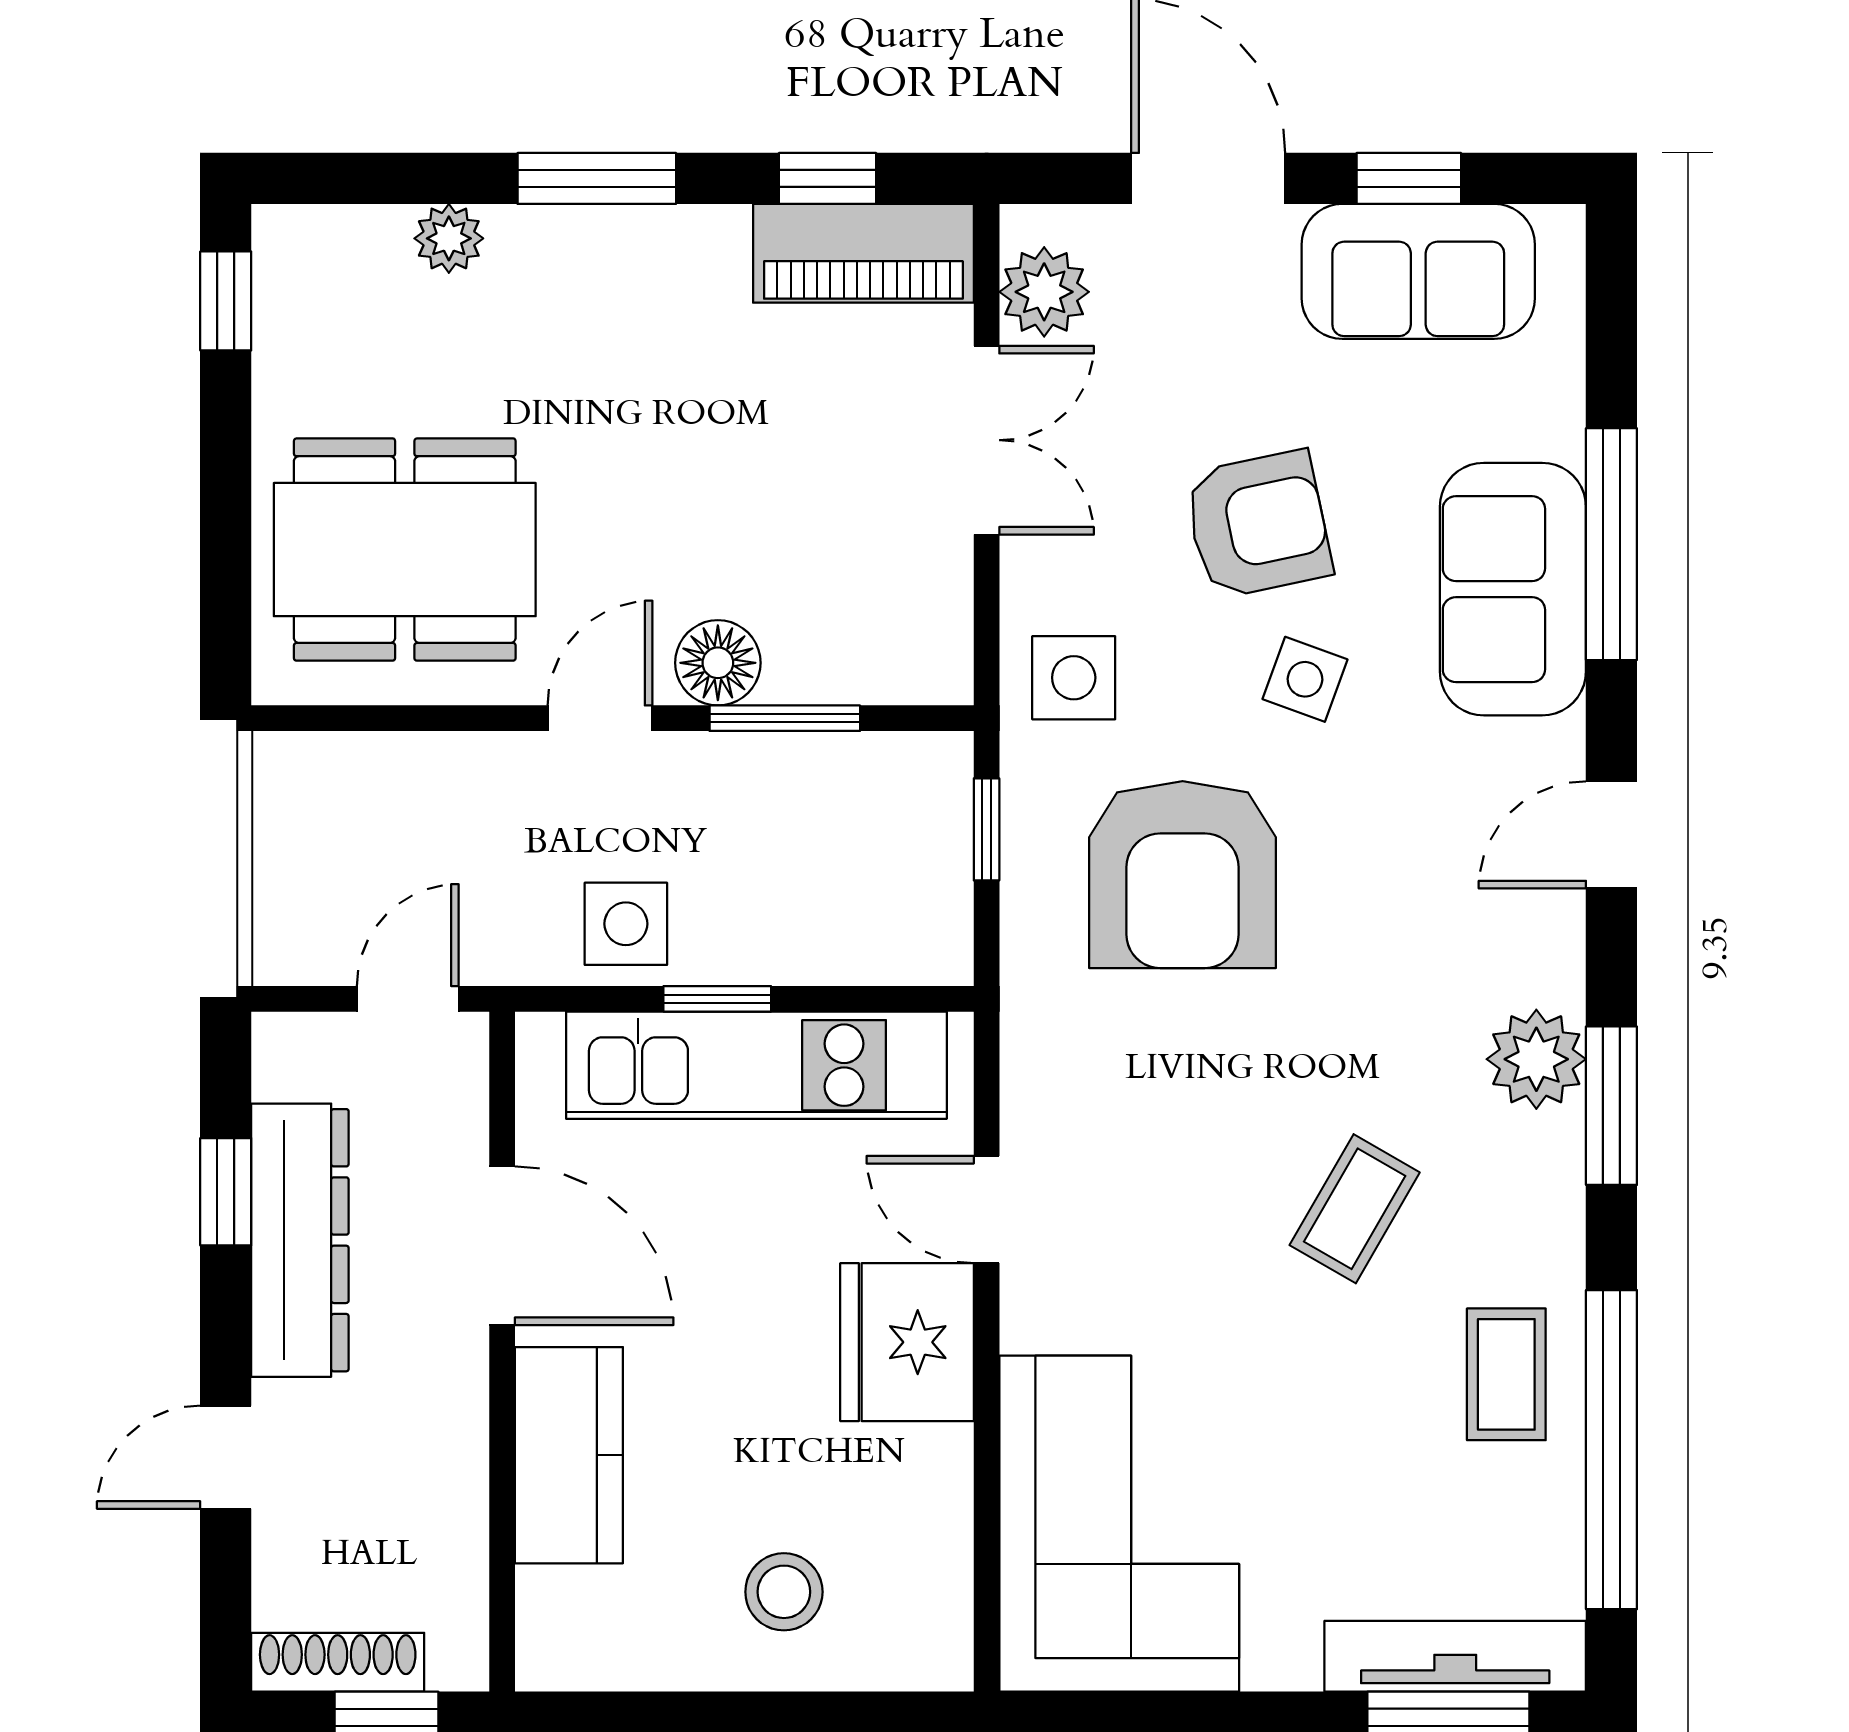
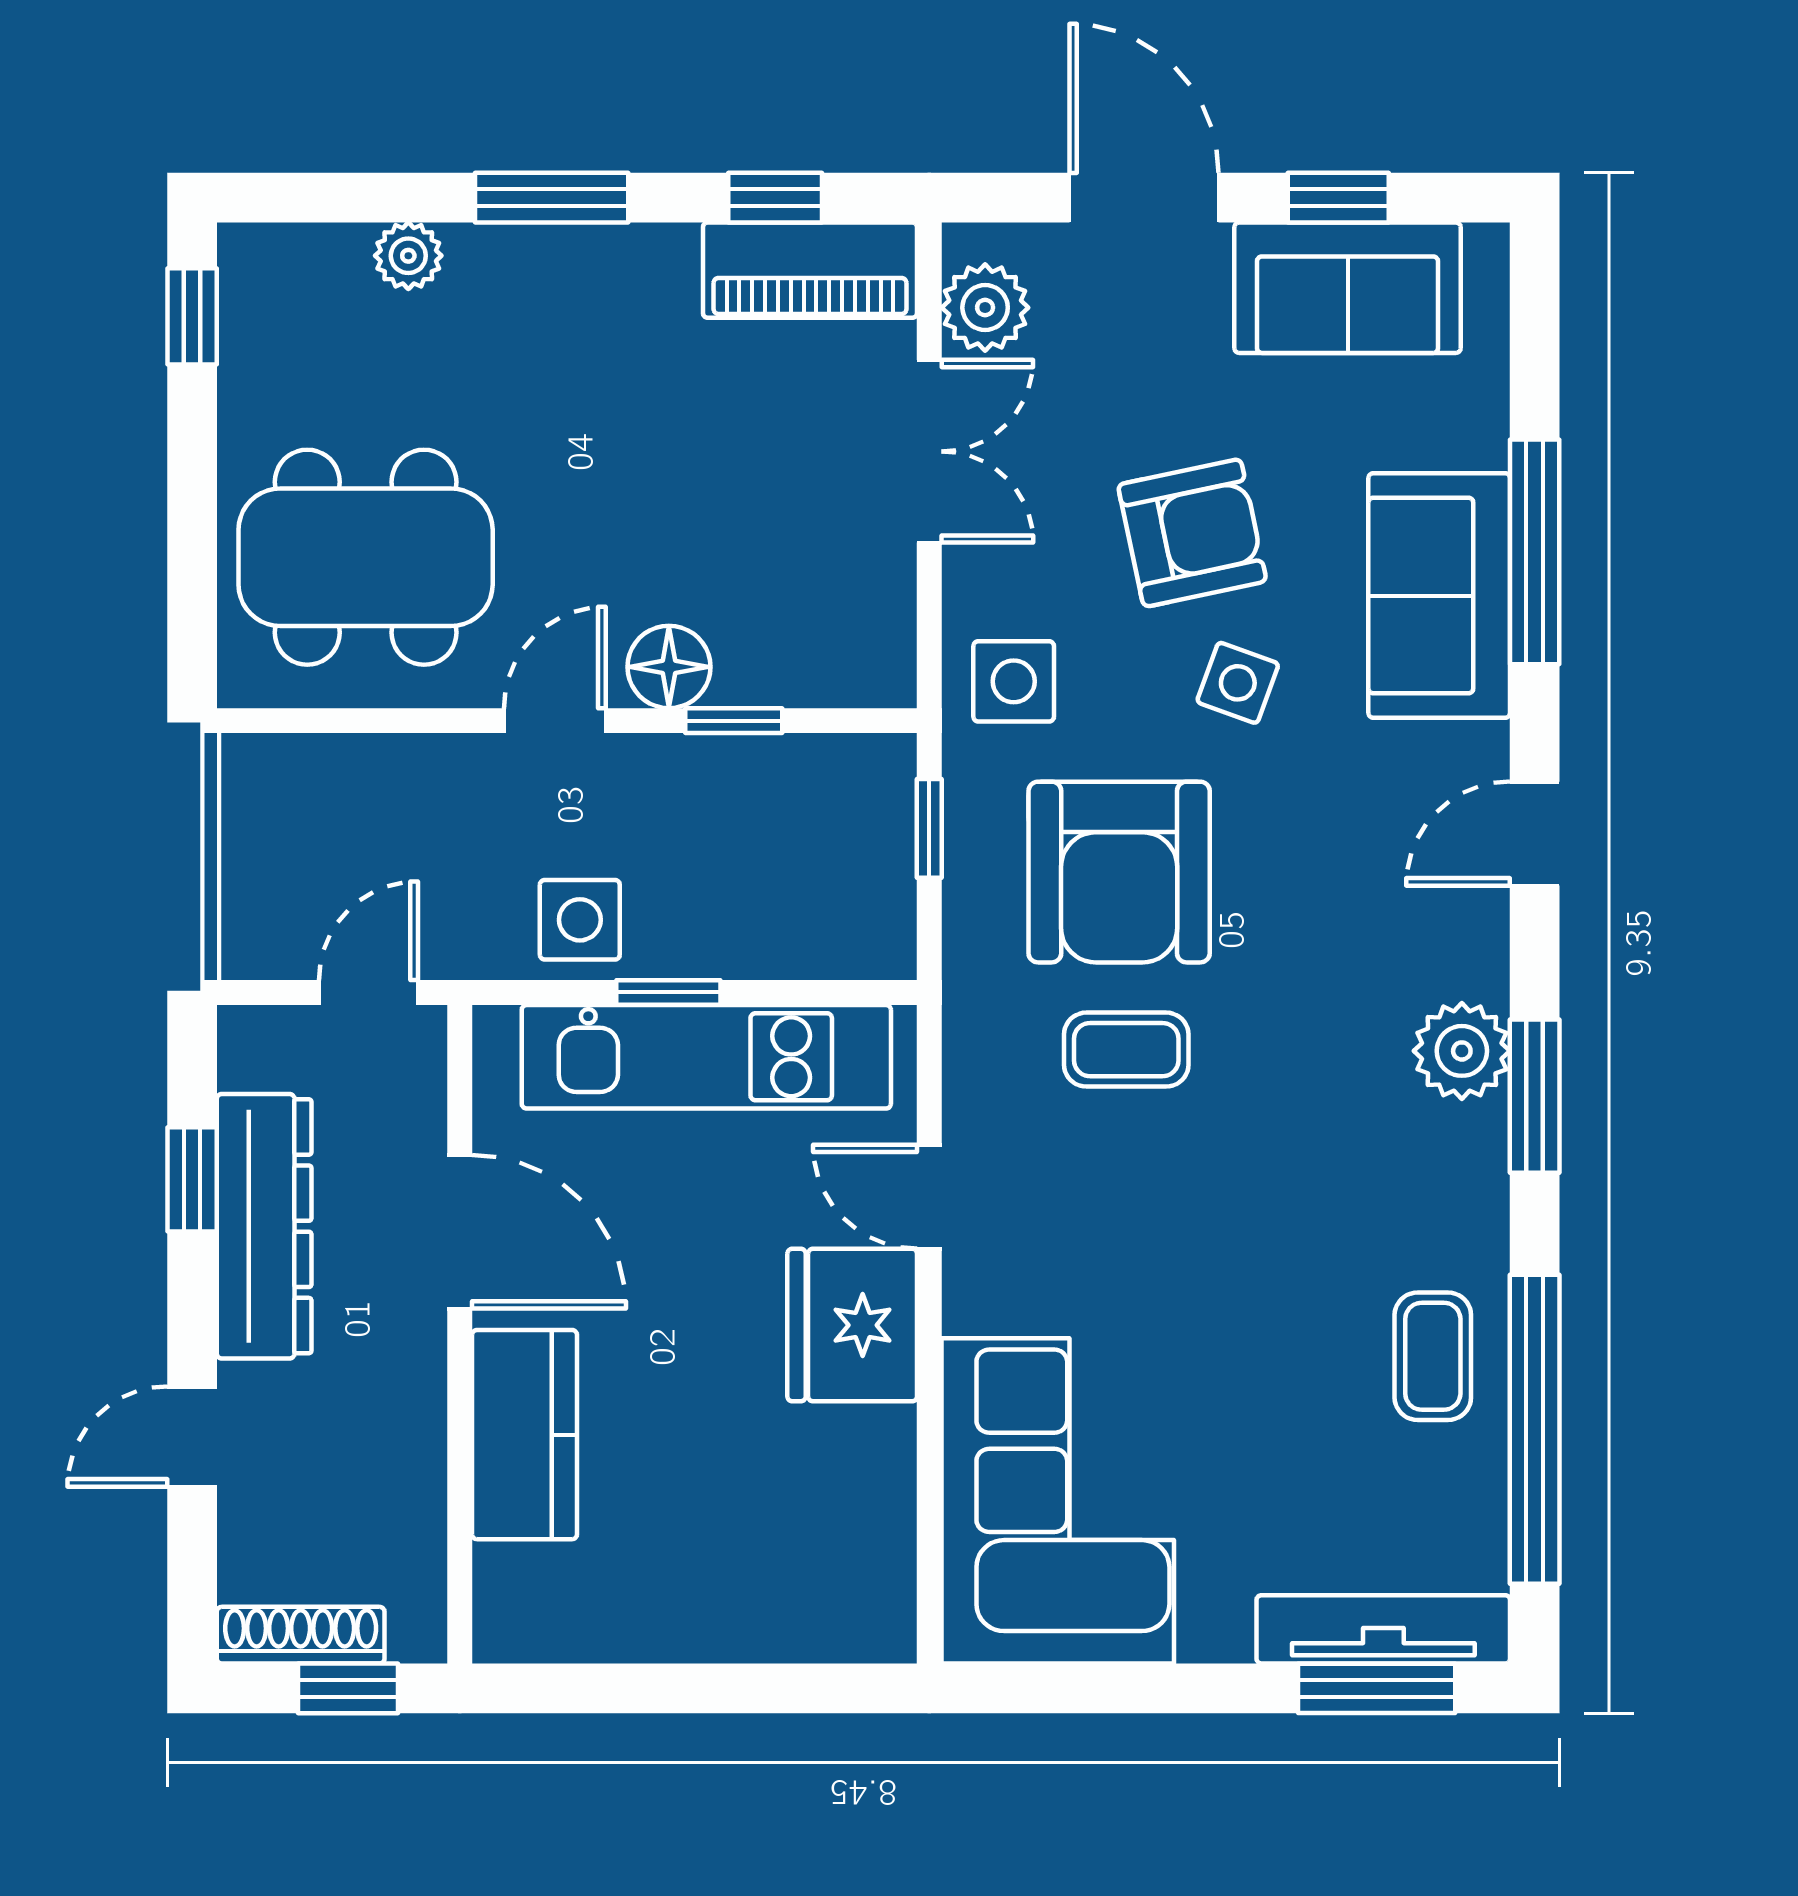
window: (785, 718) -> (734, 721), width x0.67
coffee table: (1355, 1209) -> (1126, 1050), moved, turned 60
stool: (784, 1592) -> (733, 1567), removed

